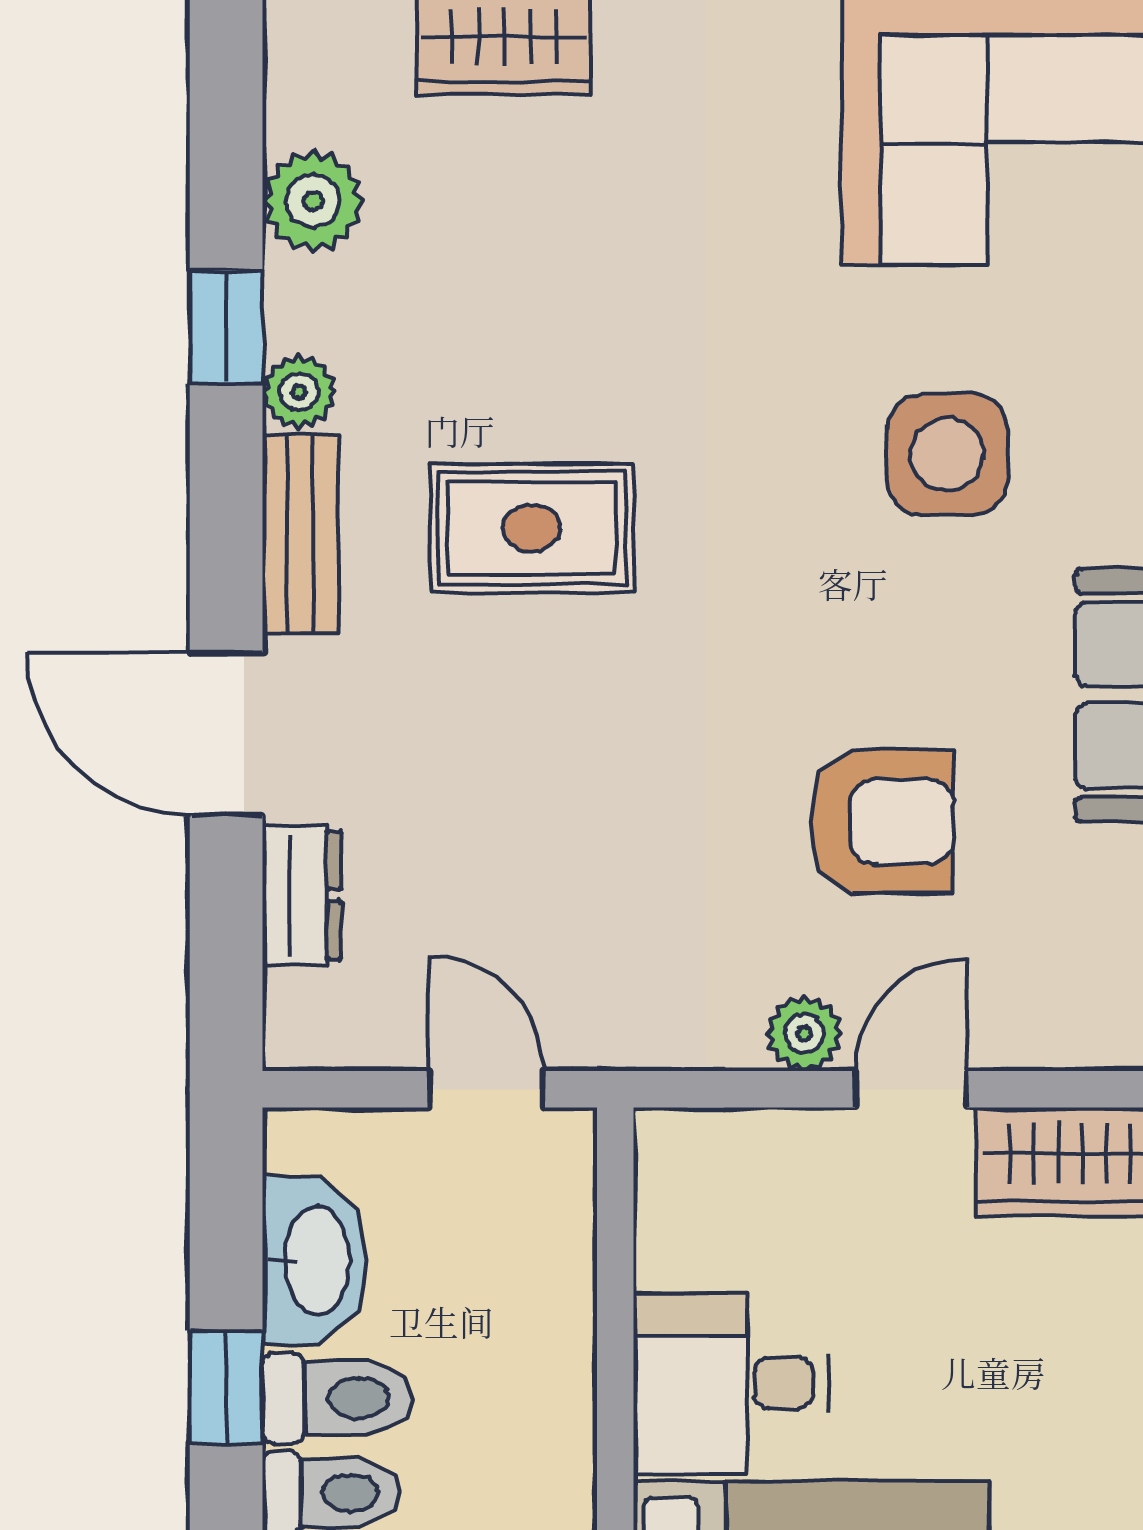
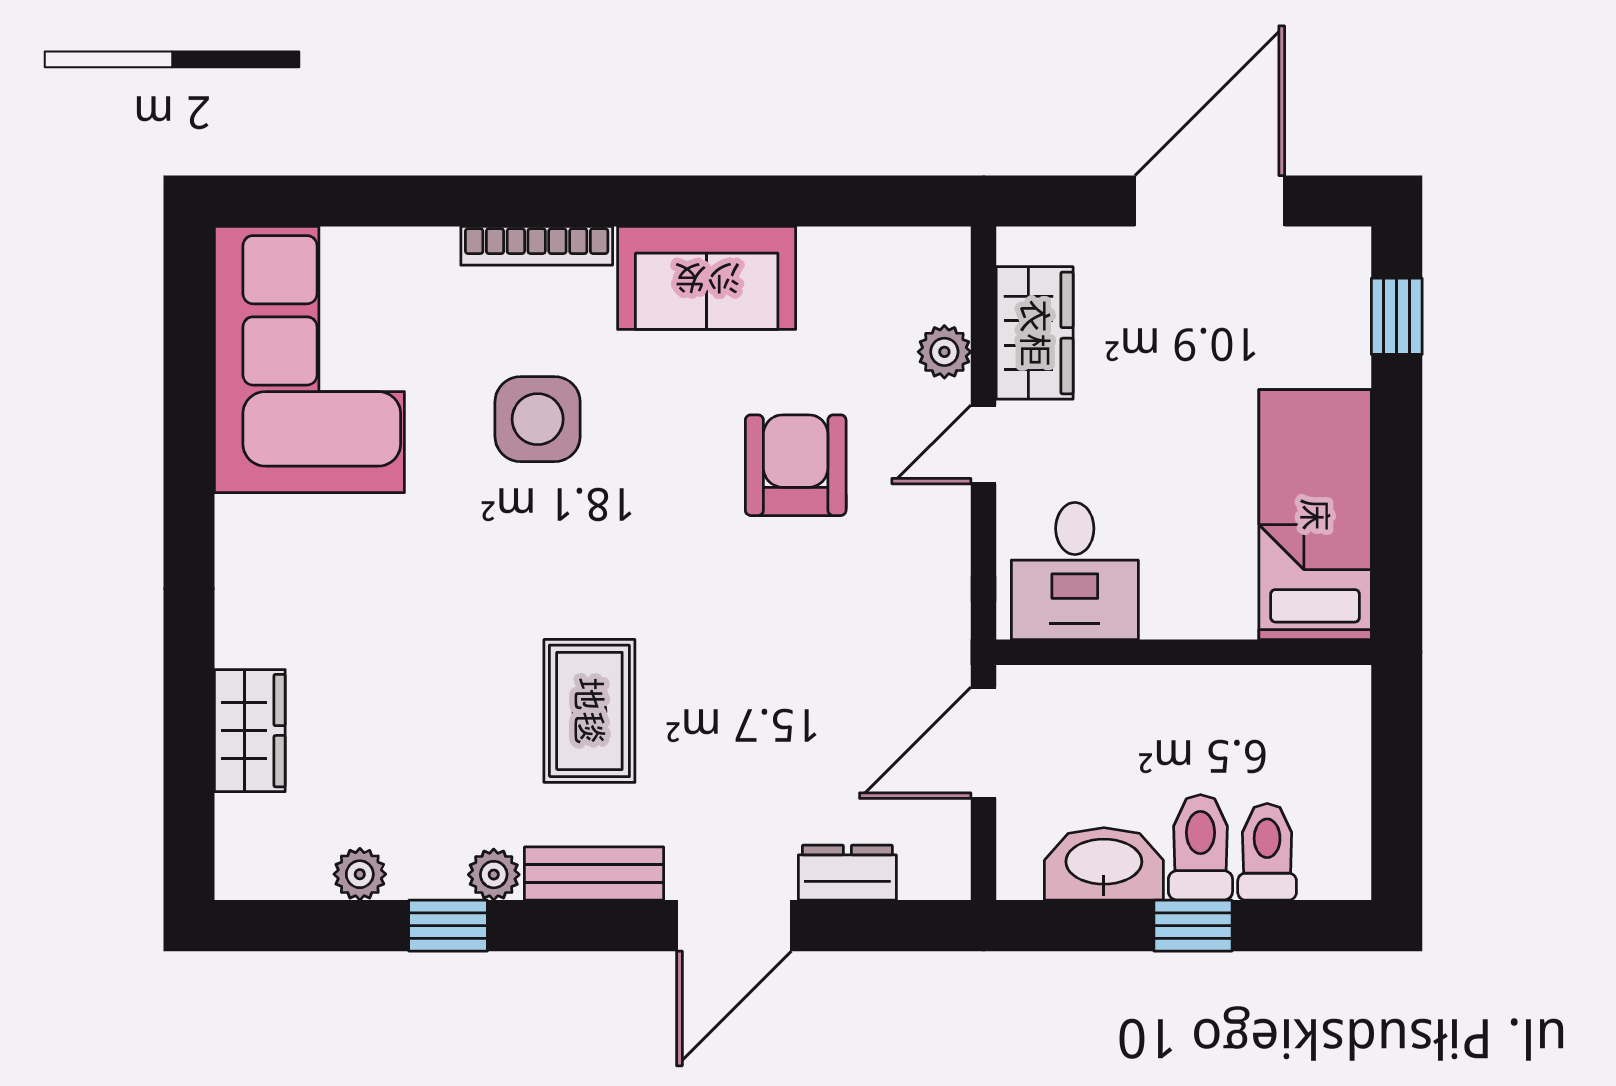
plant: (313, 201) -> (360, 874), width x0.73, depth x0.73
plant: (804, 1033) -> (944, 352), moved
door: (486, 1089) -> (984, 743), width x1.38
door: (911, 1089) -> (984, 445), hinge flipped
desk: (731, 1383) -> (1075, 571), moved

